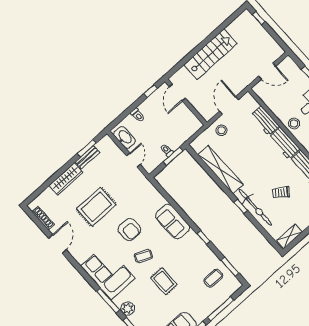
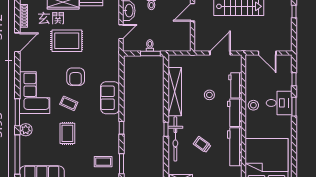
stool: (221, 130) -> (209, 95), moved

